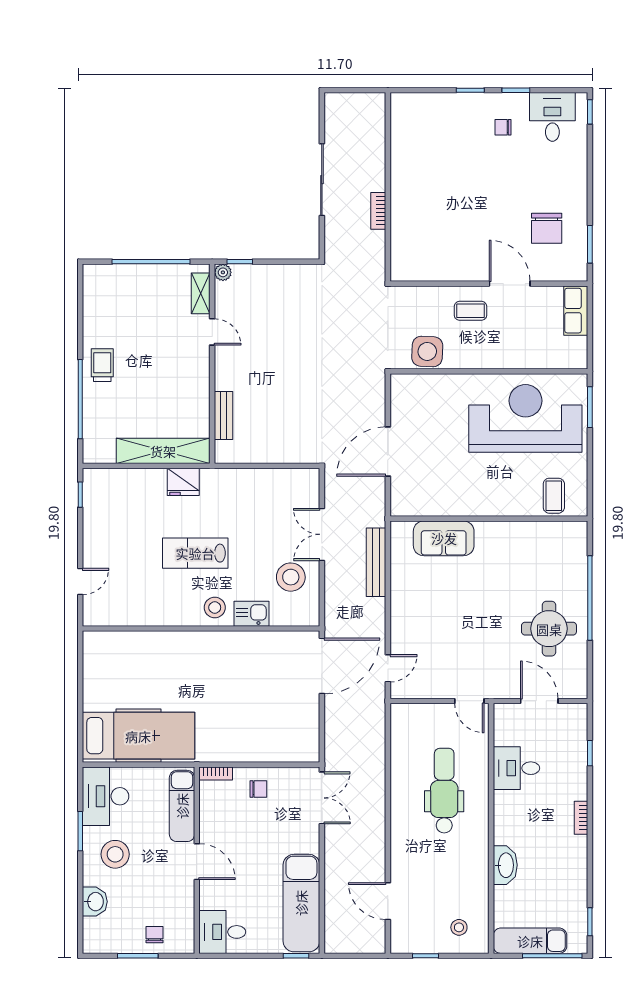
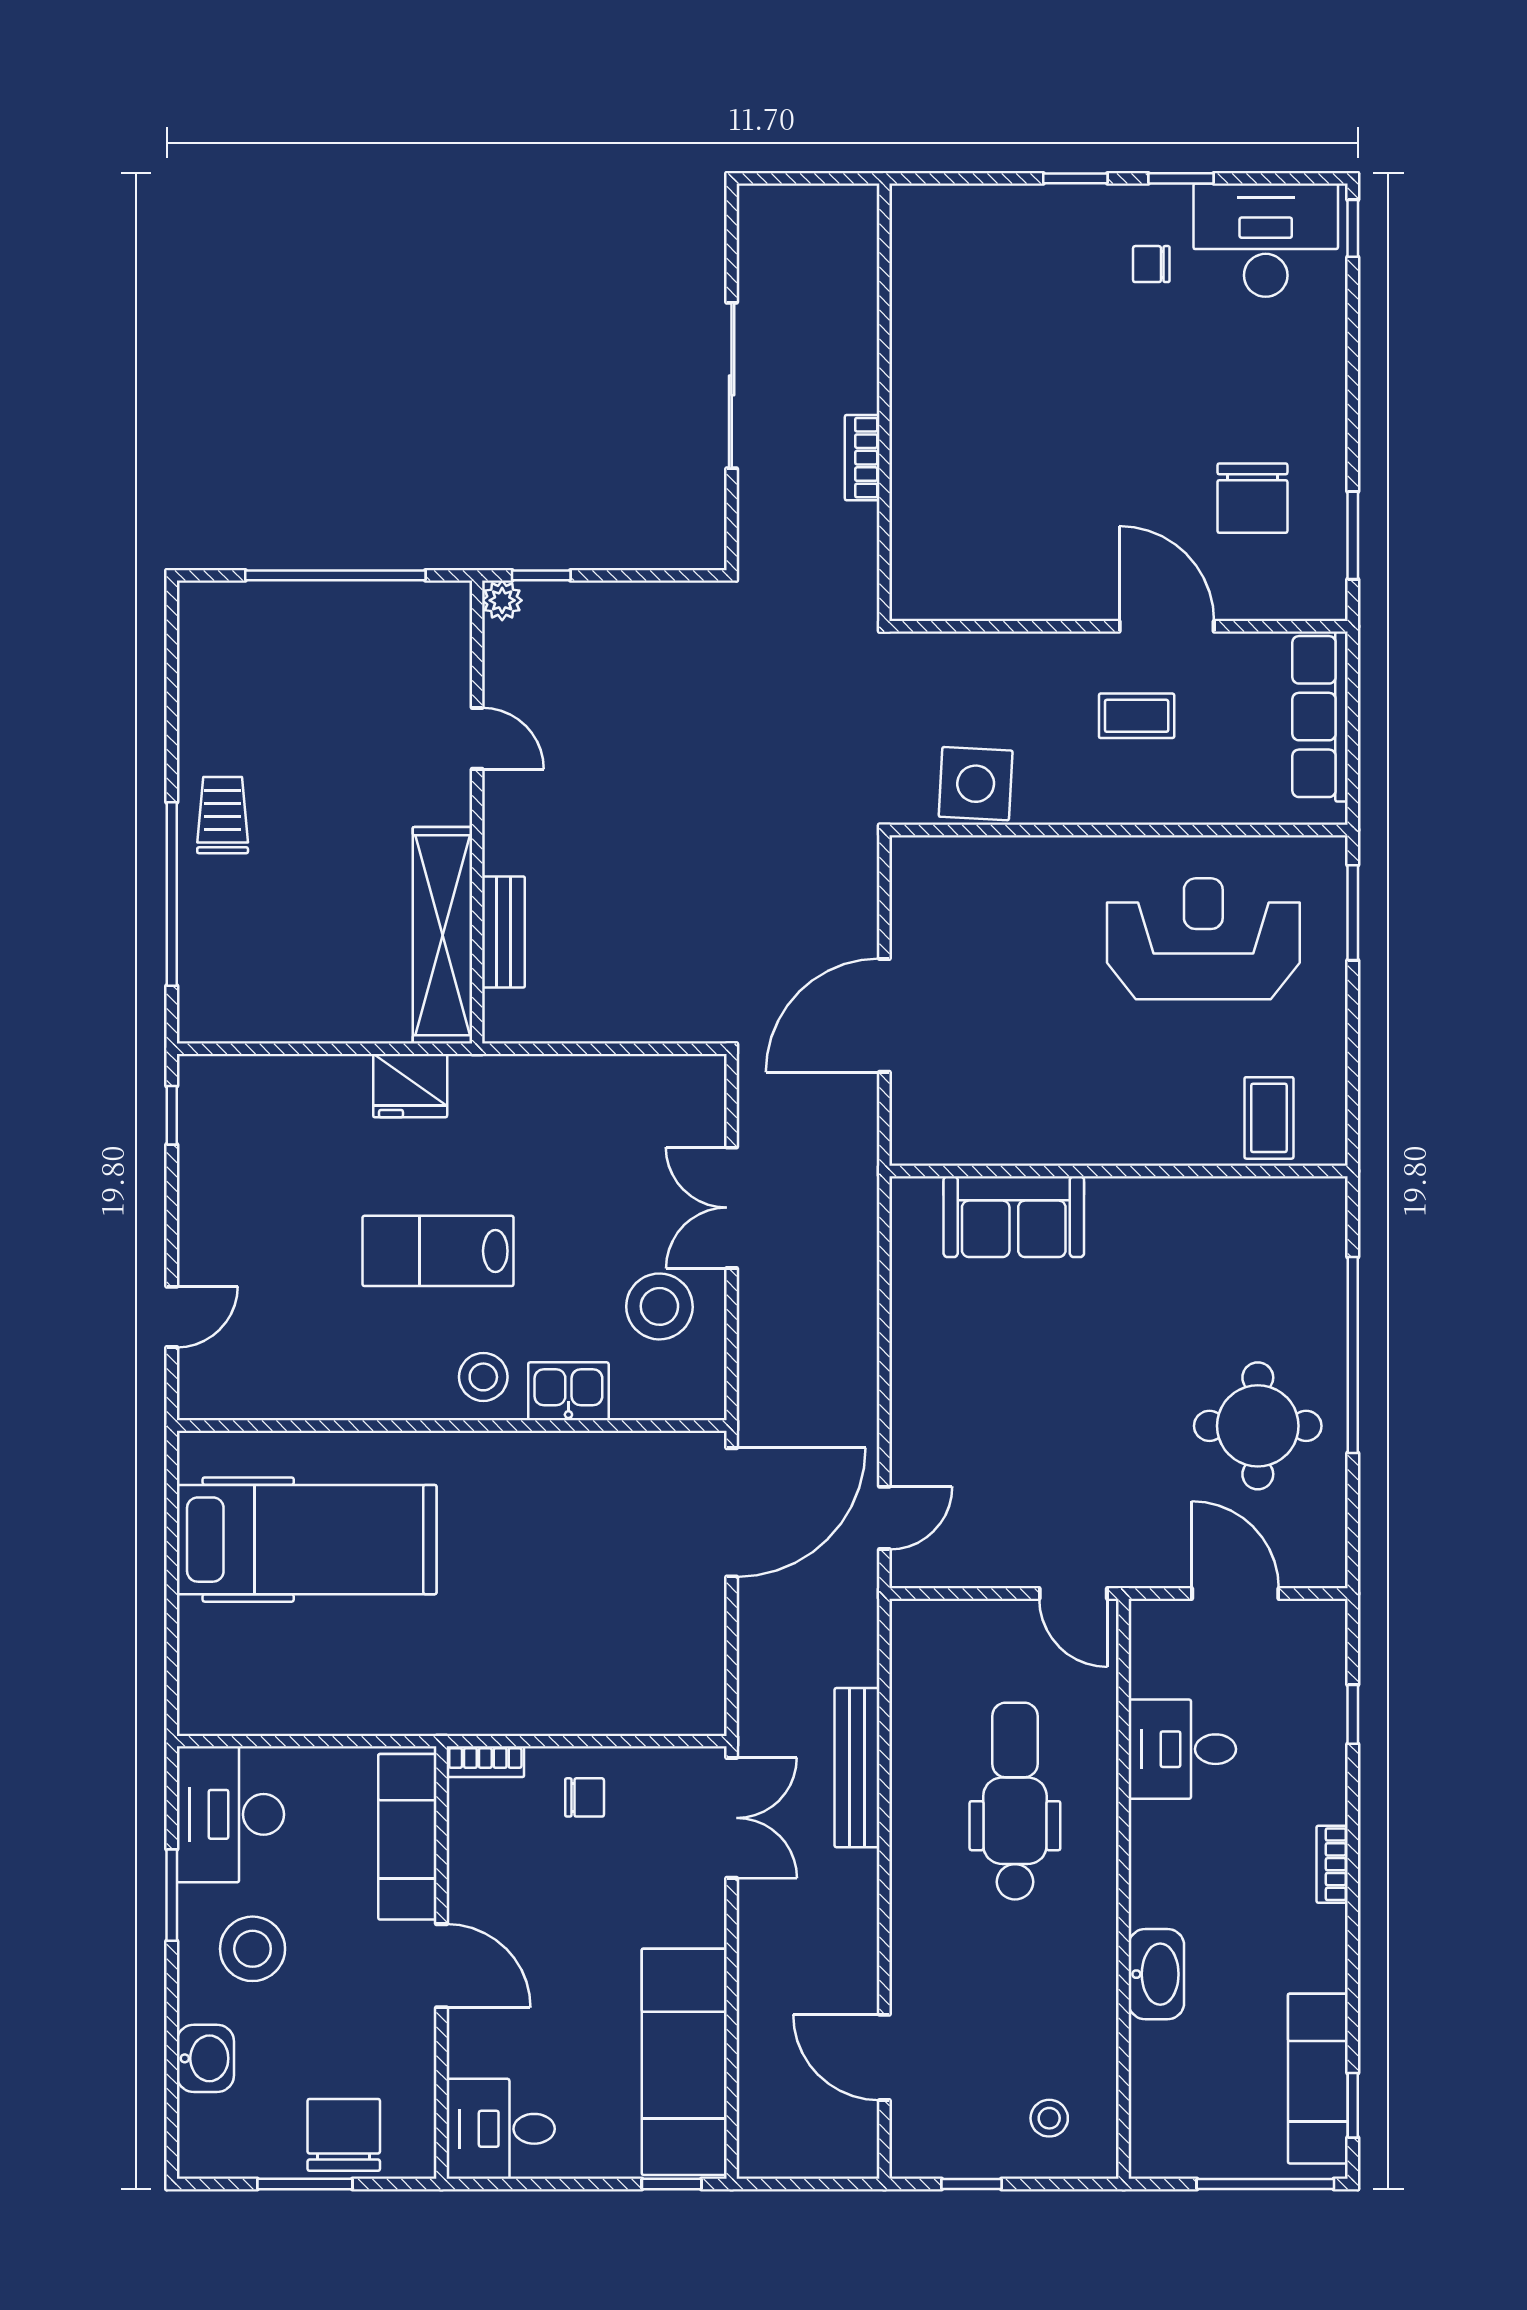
desk: (552, 117) -> (1266, 240), width x1.37
shelving: (201, 293) -> (451, 649), removed
coffee table: (470, 311) -> (1137, 716), moved
row of seats: (576, 311) -> (1320, 717), width x1.48
reception desk: (525, 418) -> (1203, 939), width x0.74, depth x0.77
shelving: (163, 451) -> (442, 935), moved, turned 90
bench: (376, 562) -> (857, 1768), moved
hospital bed: (138, 736) -> (307, 1540), moved
chair: (155, 935) -> (344, 2135), width x1.87, depth x1.87
exam couch: (530, 941) -> (1318, 2079), moved, turned -90

